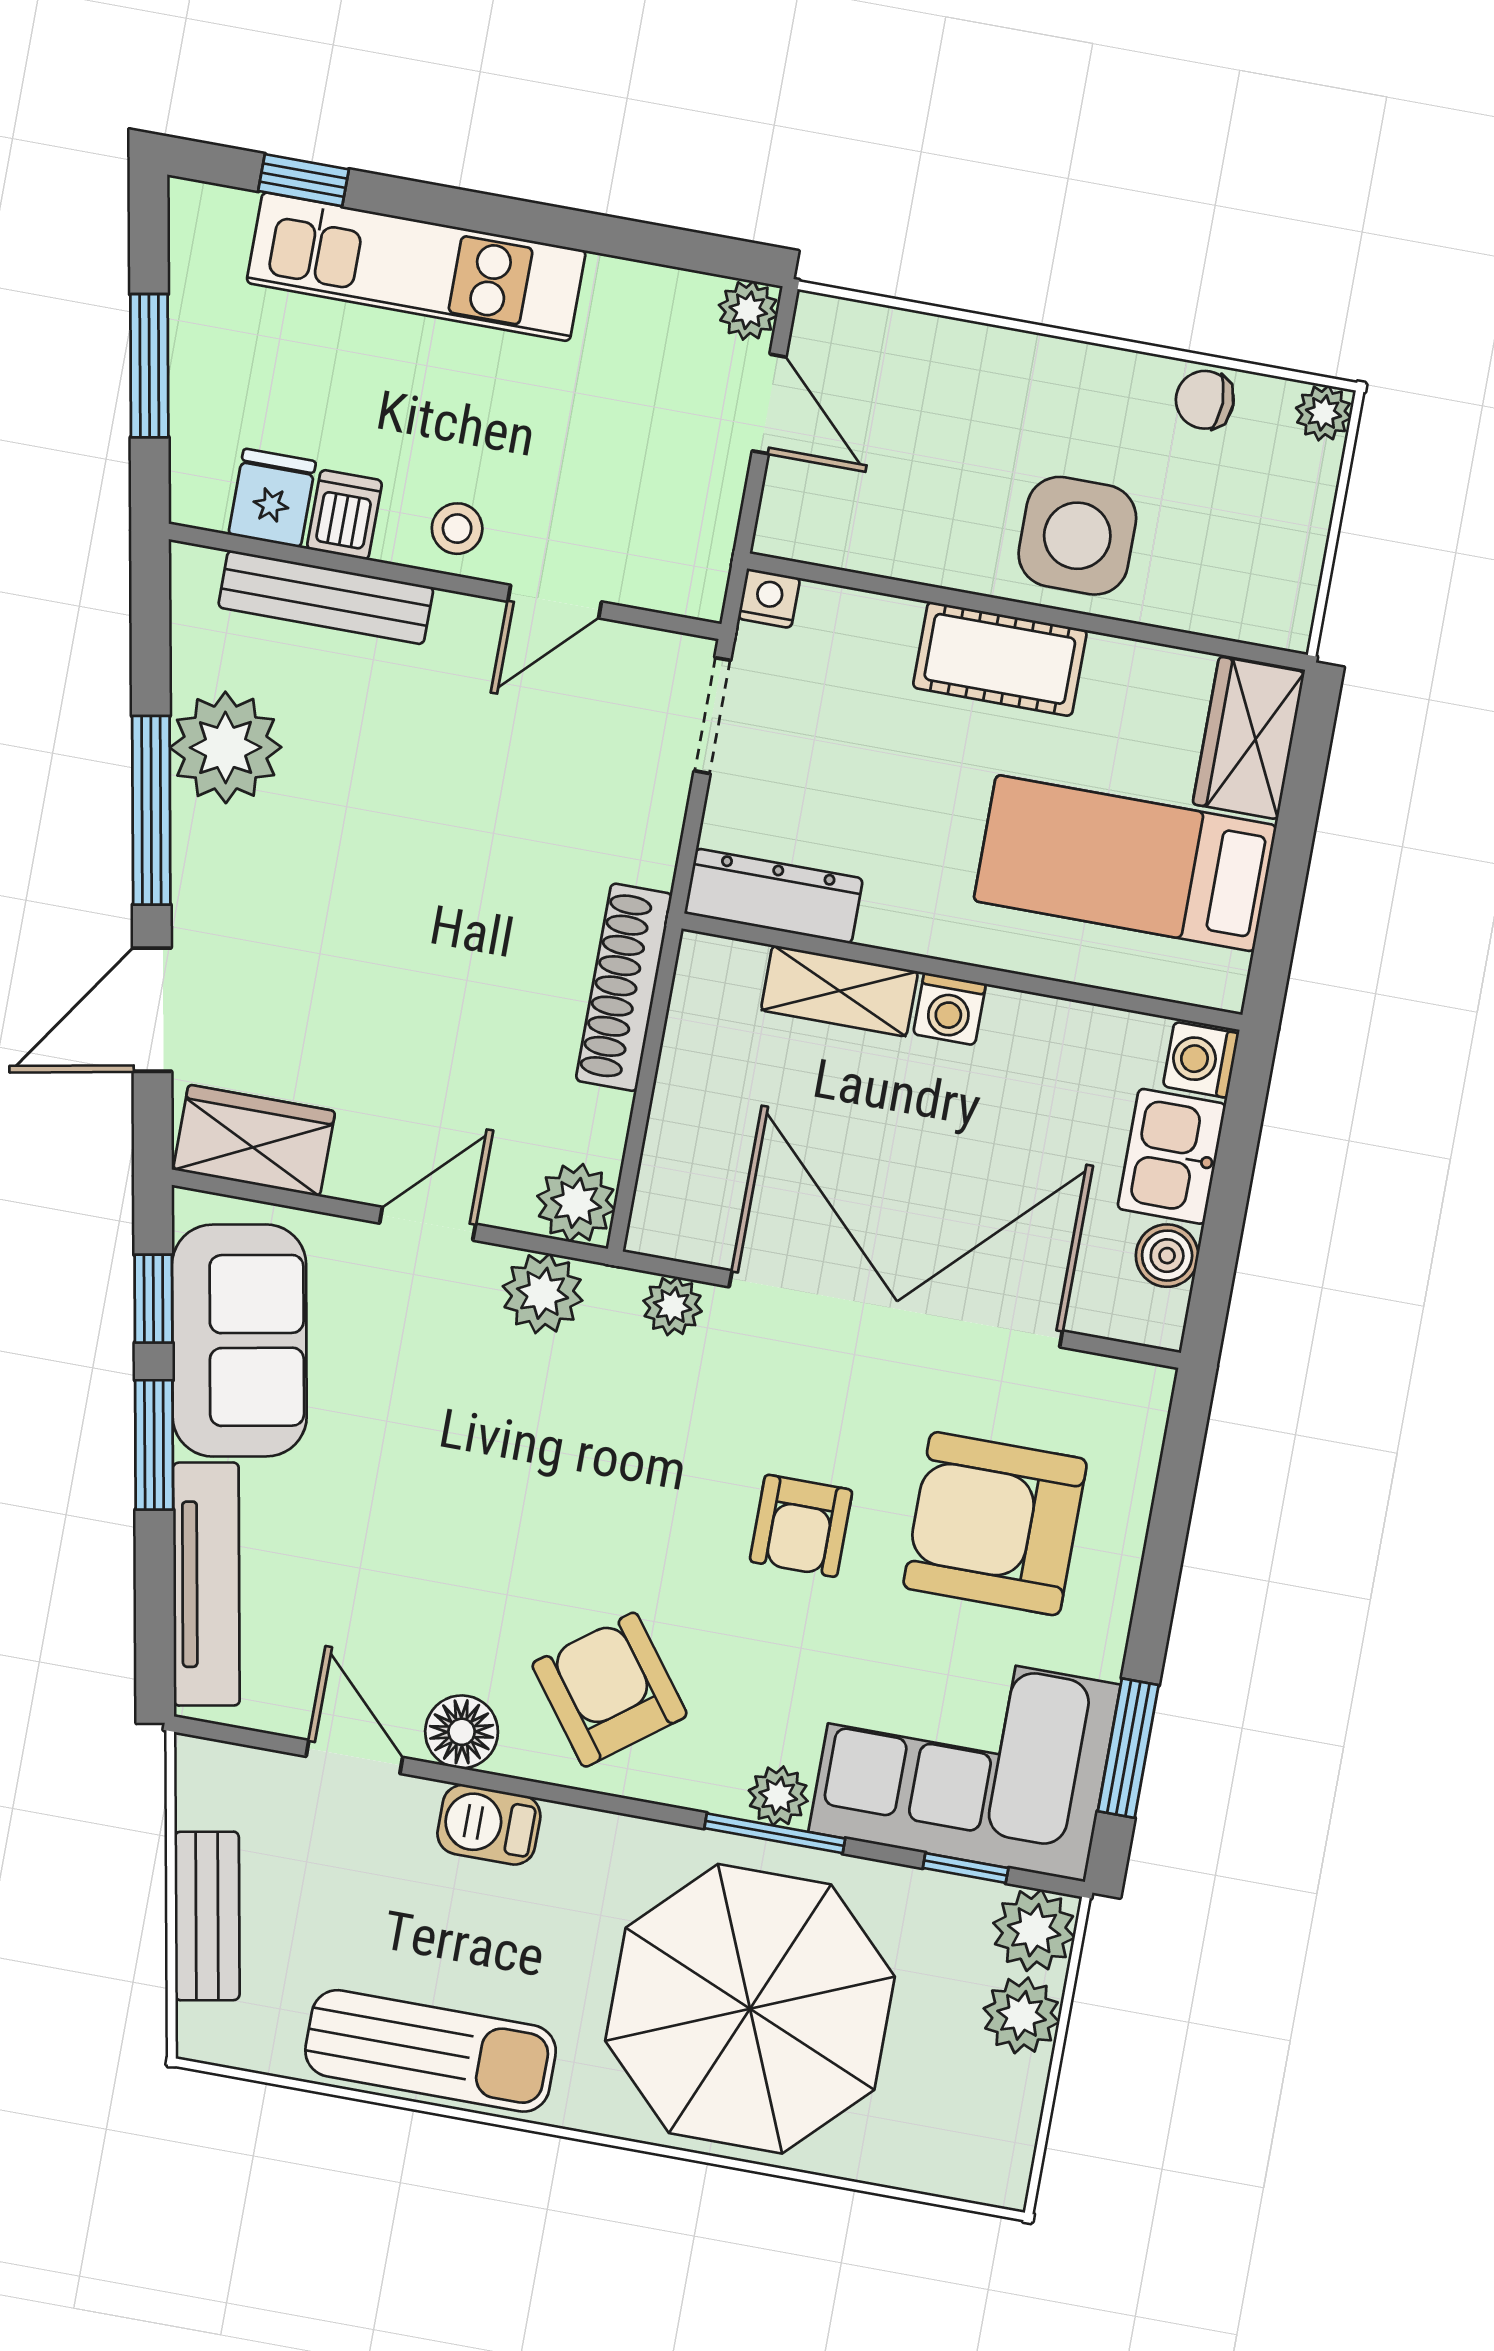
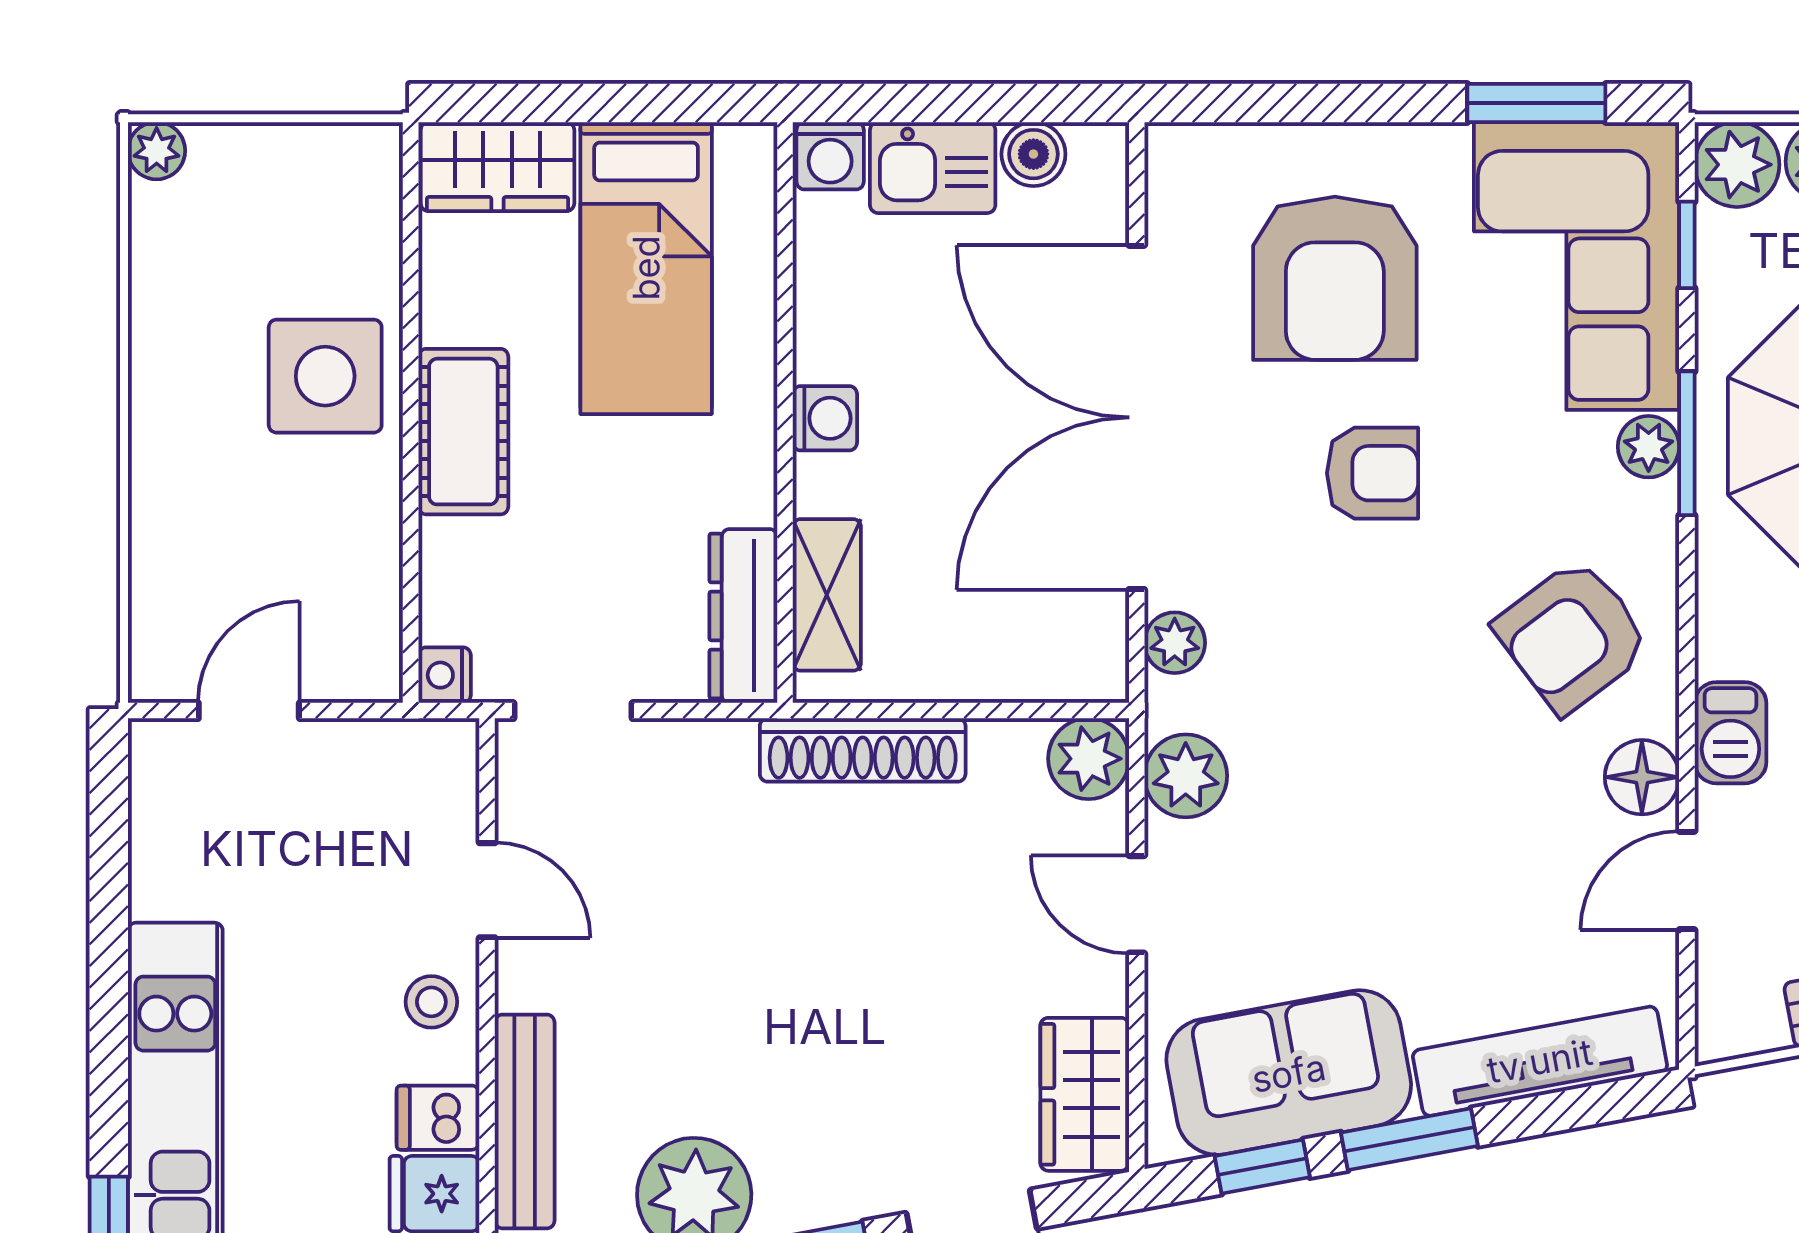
plant: (748, 310) -> (158, 749), removed
chair: (1205, 400) -> (165, 273), removed
shelving: (839, 991) -> (827, 595), moved

